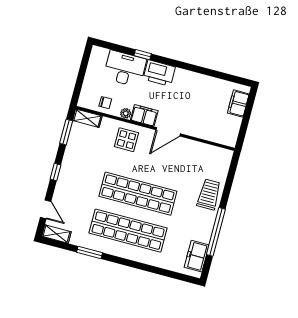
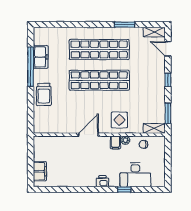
printer: (159, 73) -> (102, 181), width x0.53, depth x0.68
filing cabinet: (144, 115) -> (115, 143), width x0.50
freezer: (197, 256) -> (41, 57), moved

